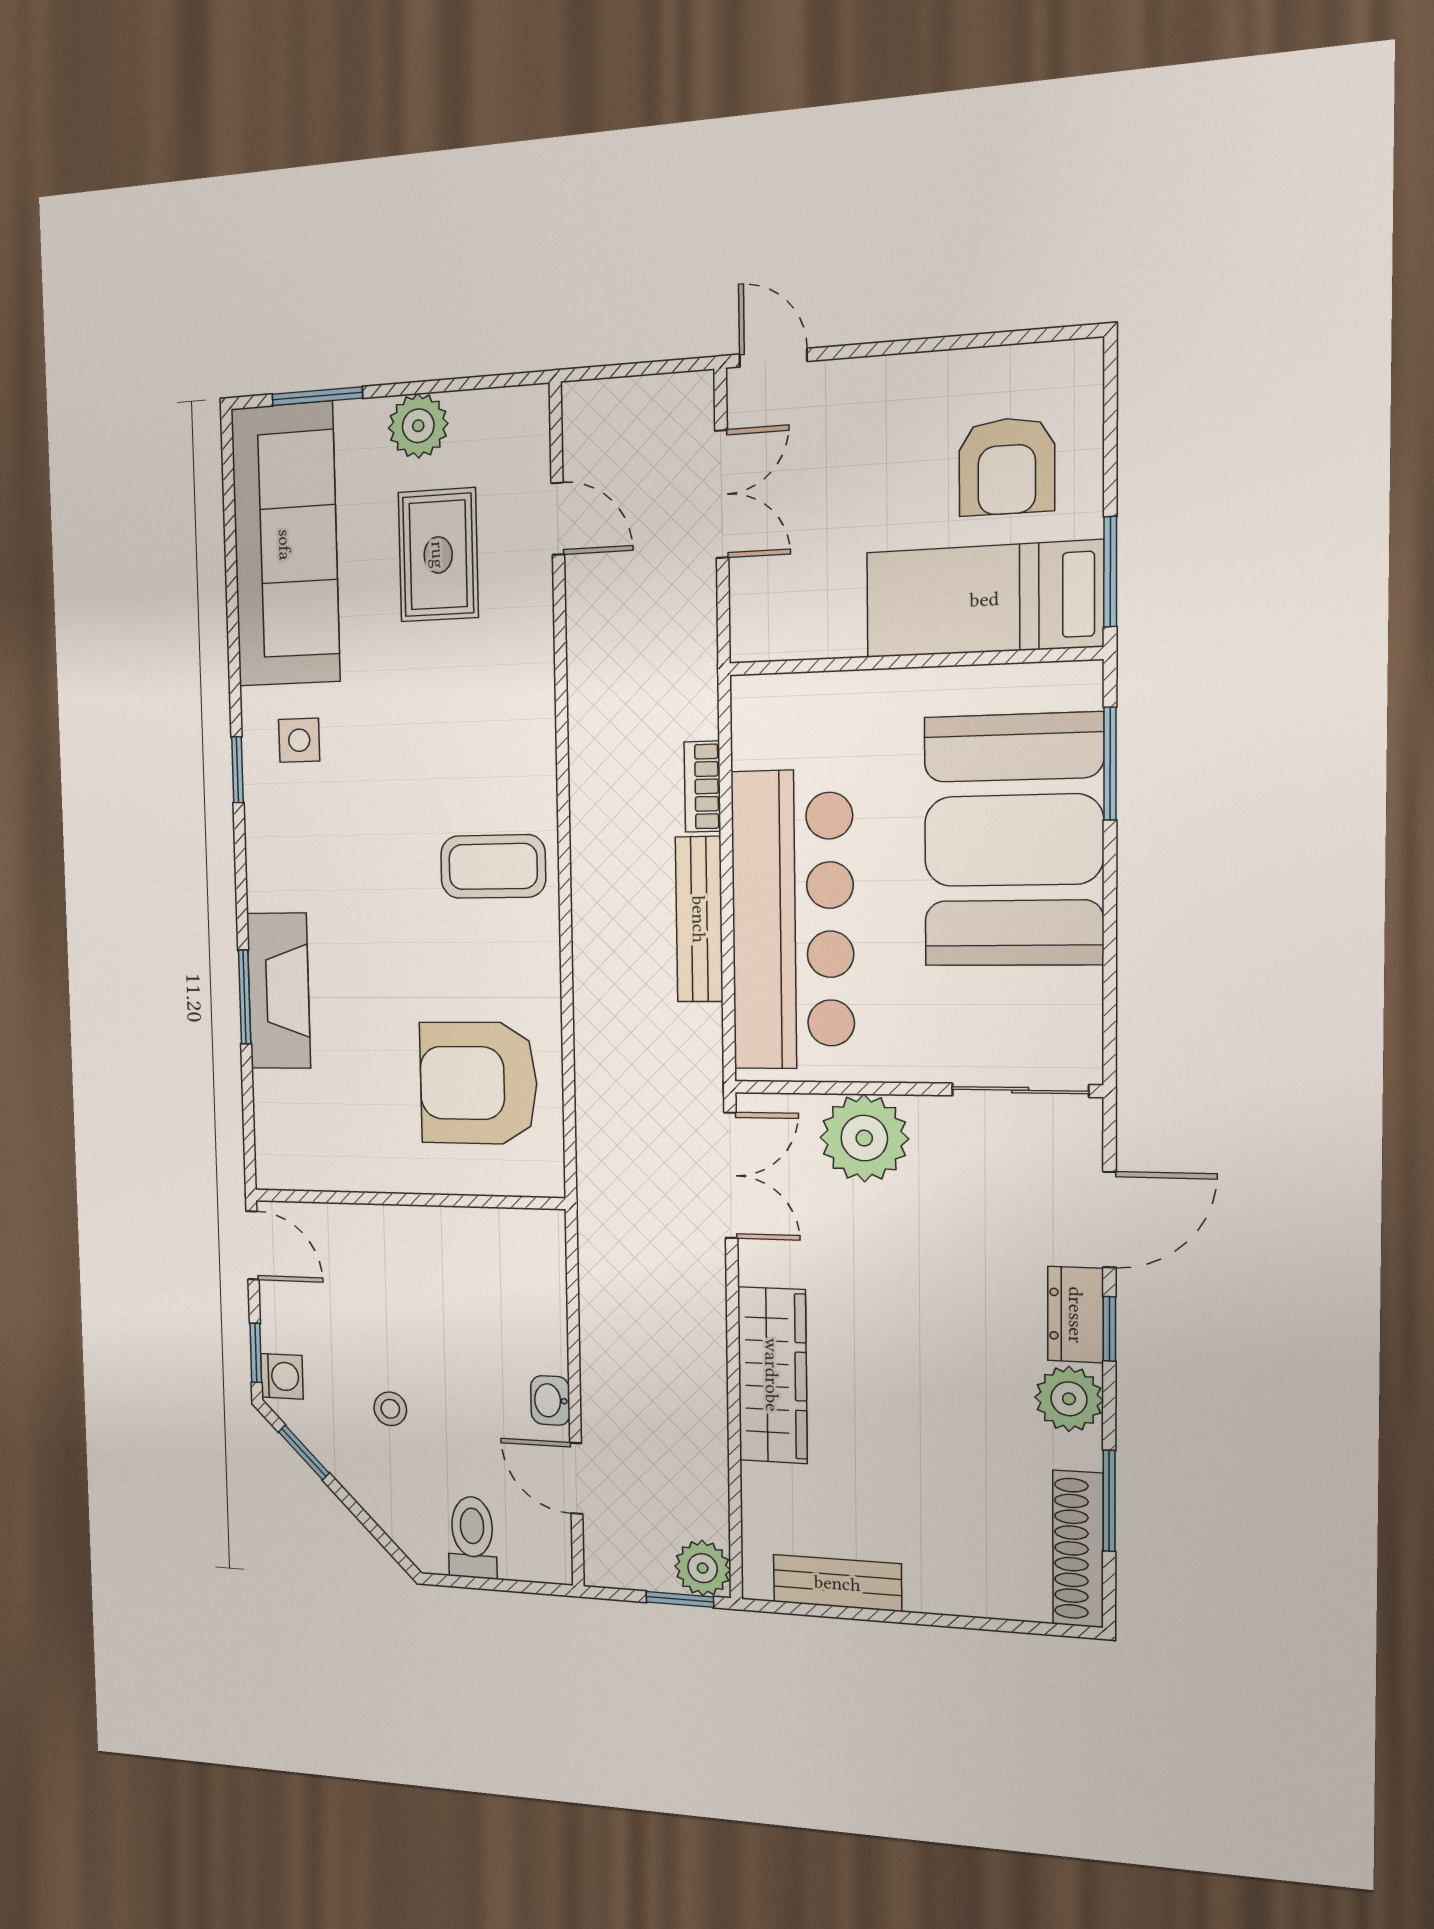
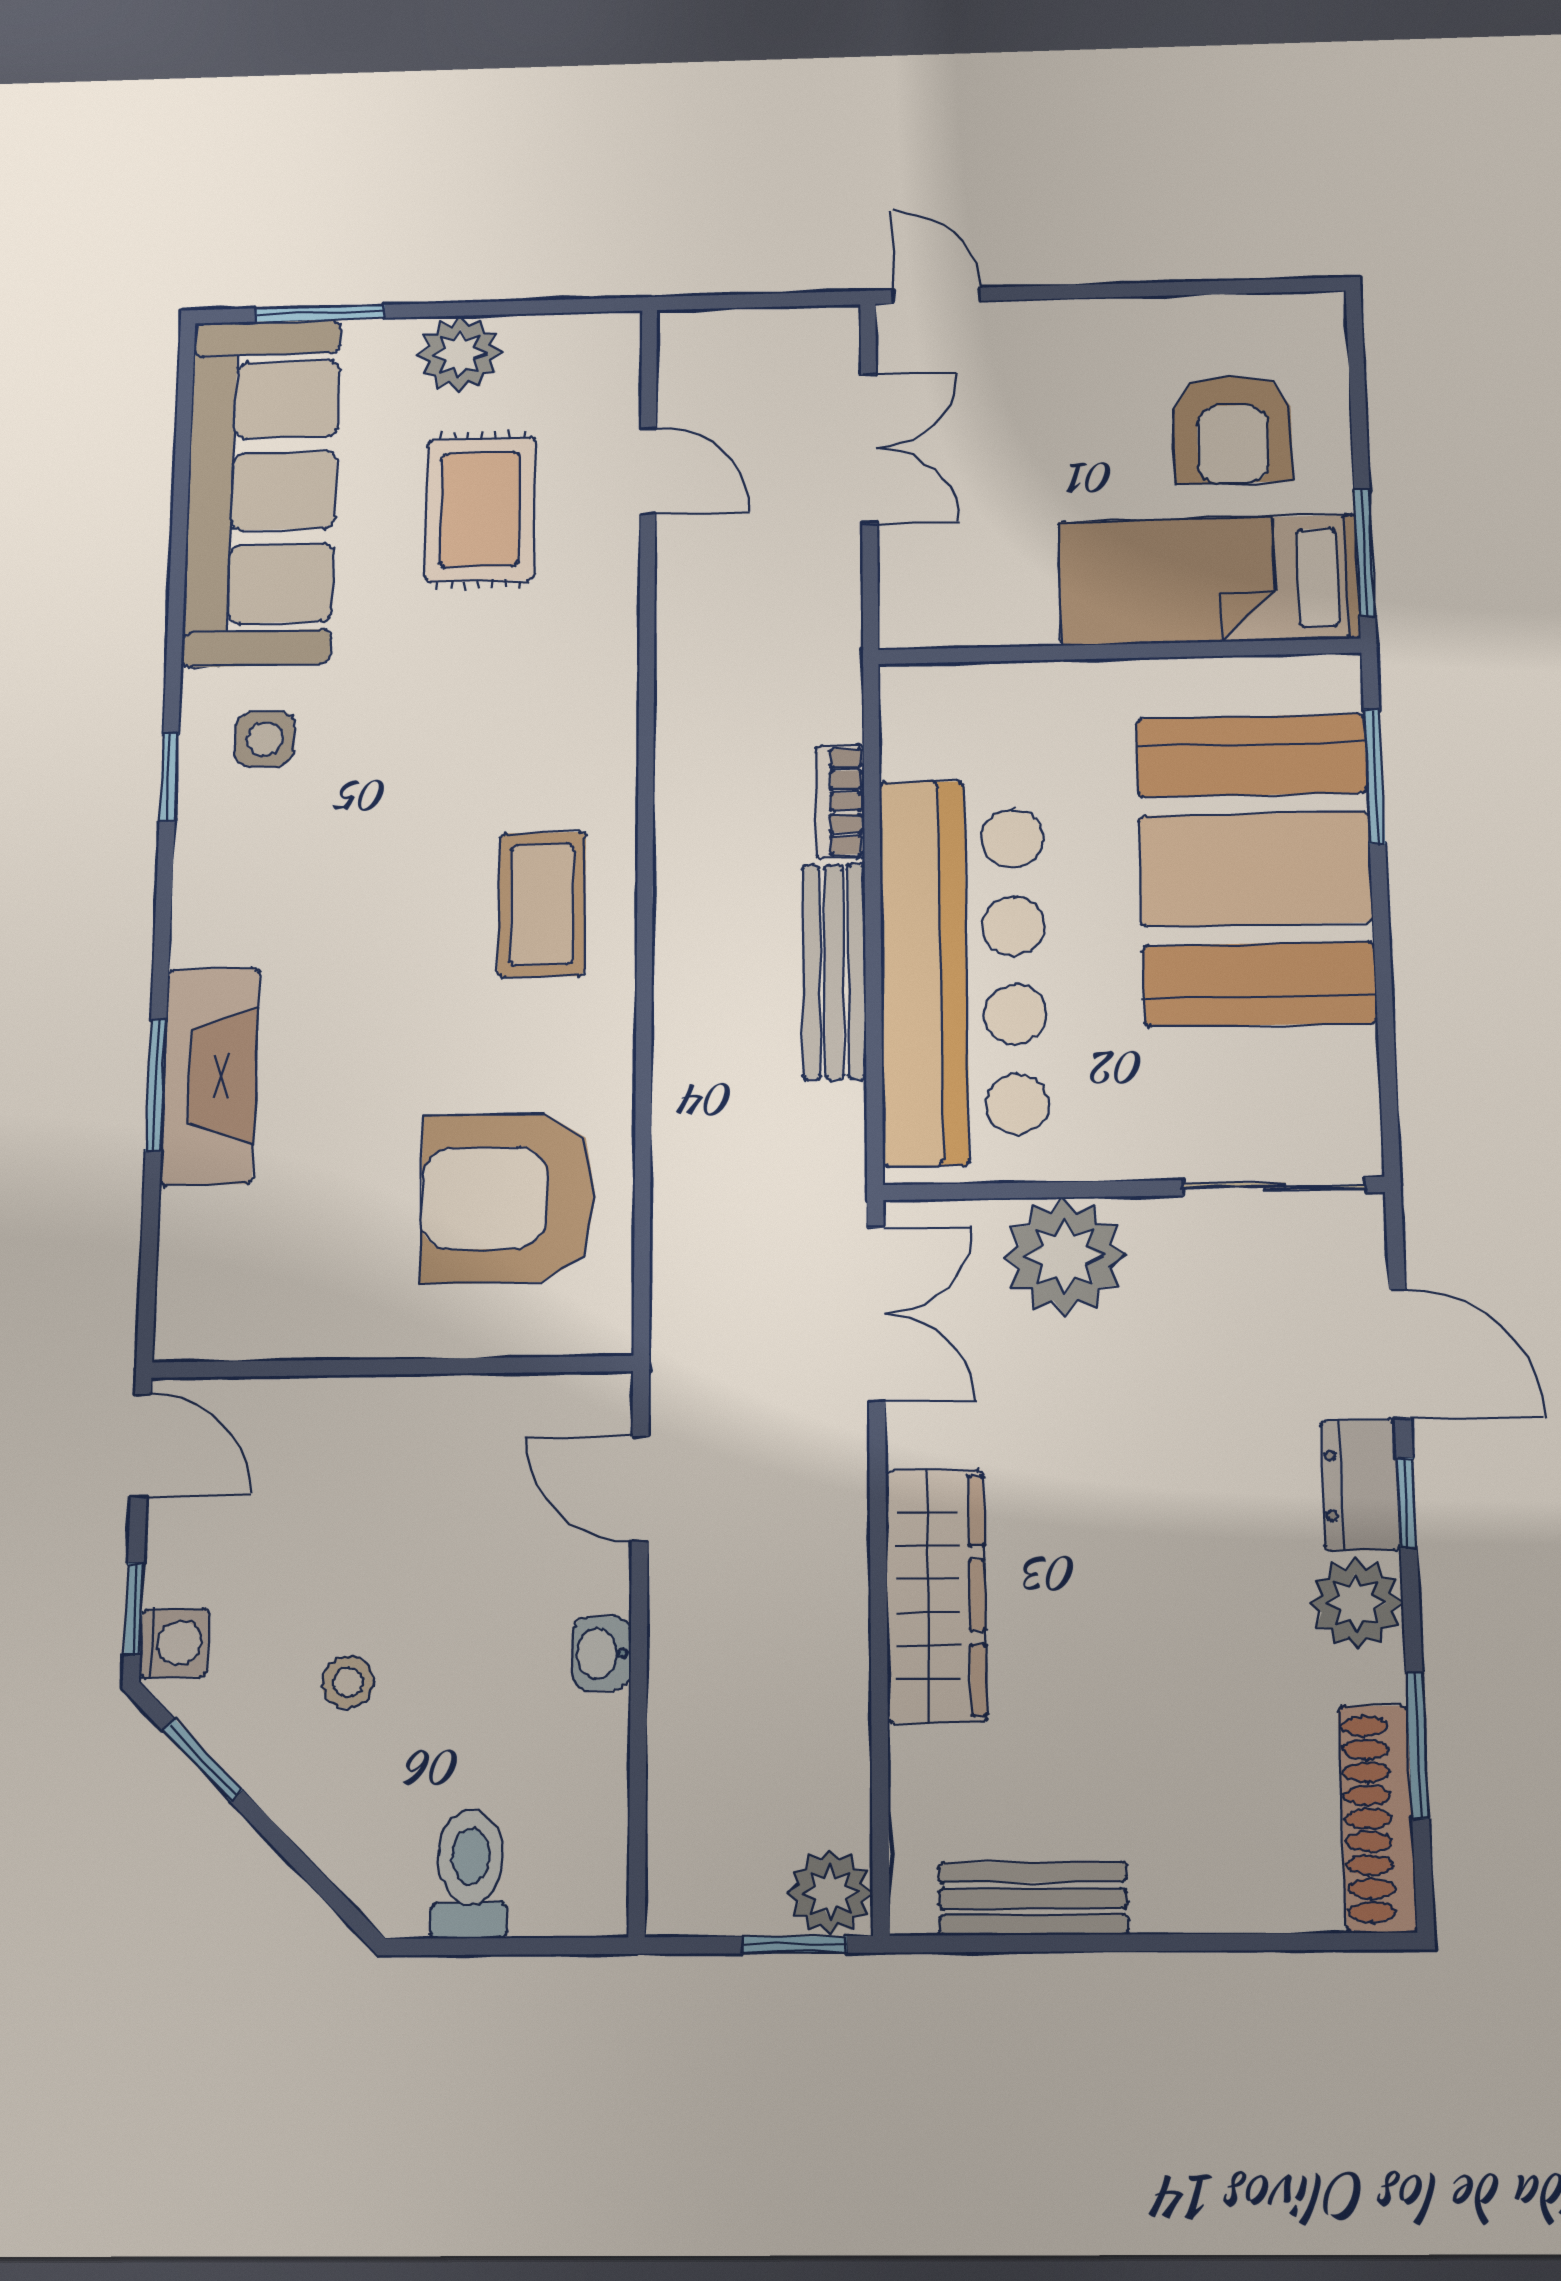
coffee table: (493, 866) -> (542, 904), turned 90
door: (1109, 1220) -> (1400, 1354), hinge flipped
door: (576, 1478) -> (640, 1489), moved

